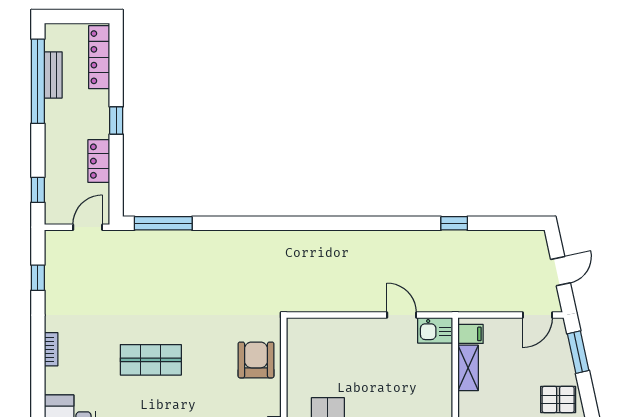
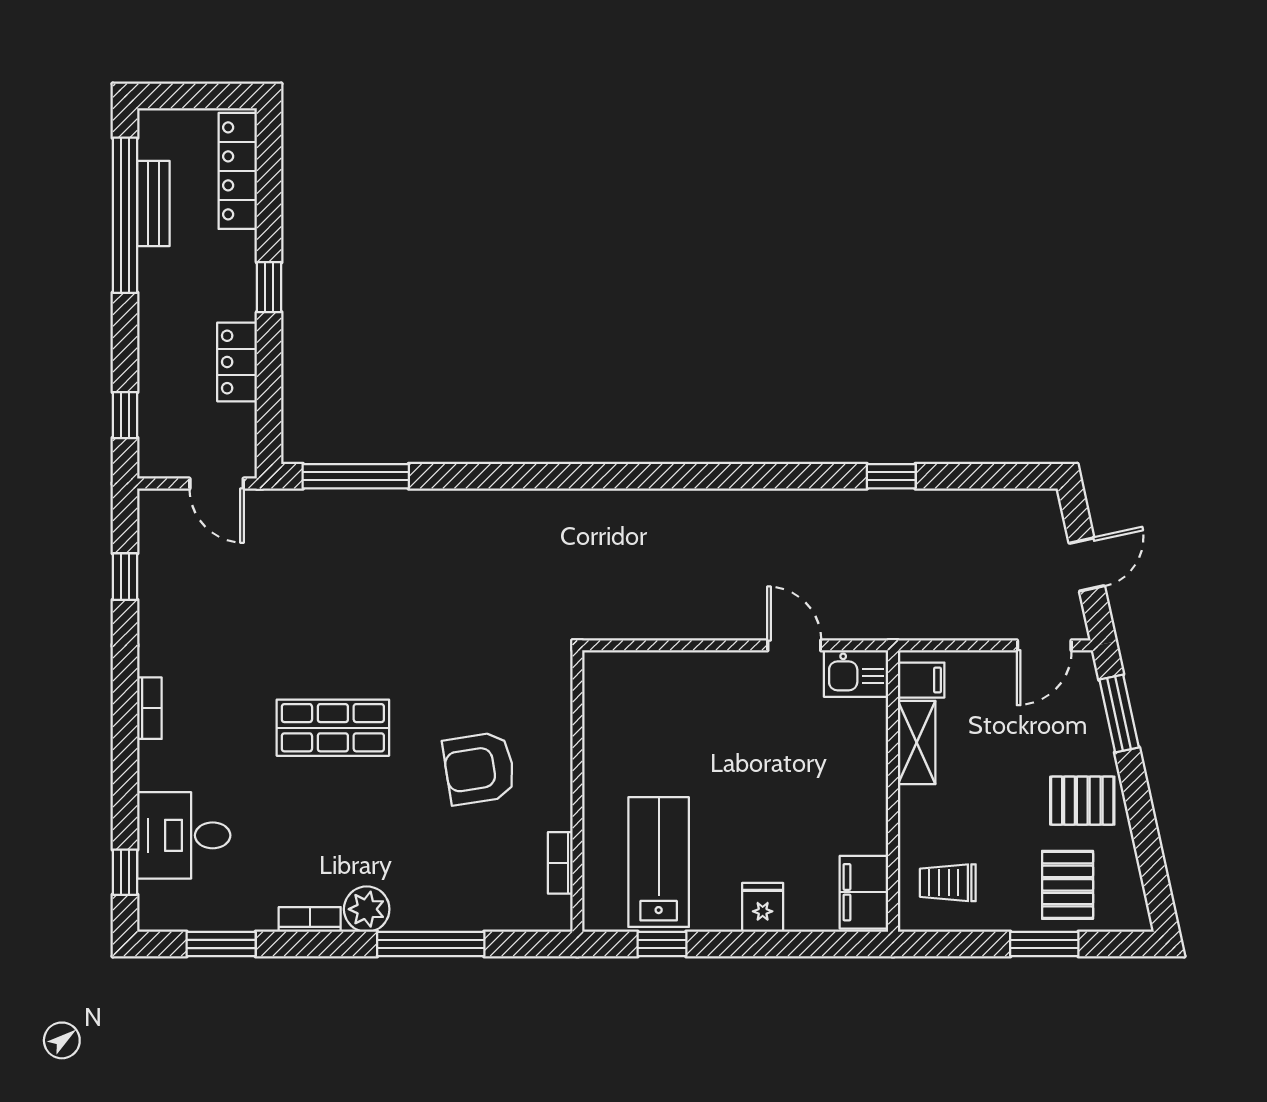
door: (88, 227) -> (217, 484), swing flipped
armchair: (256, 360) -> (479, 768), moved, turned -99

